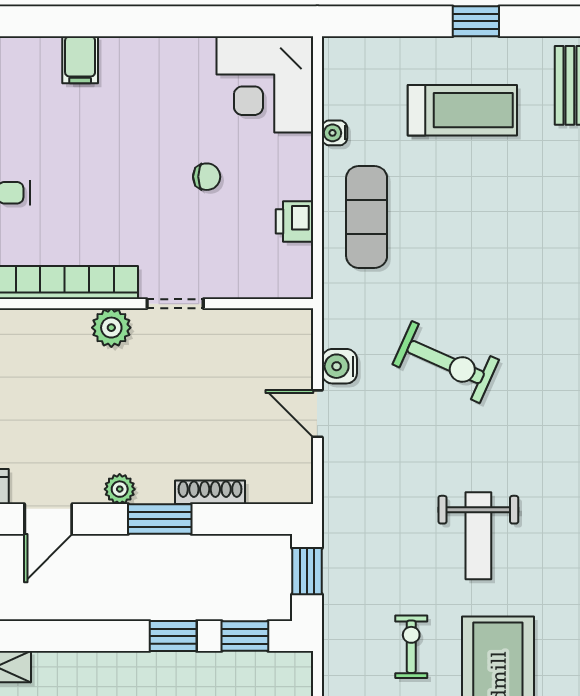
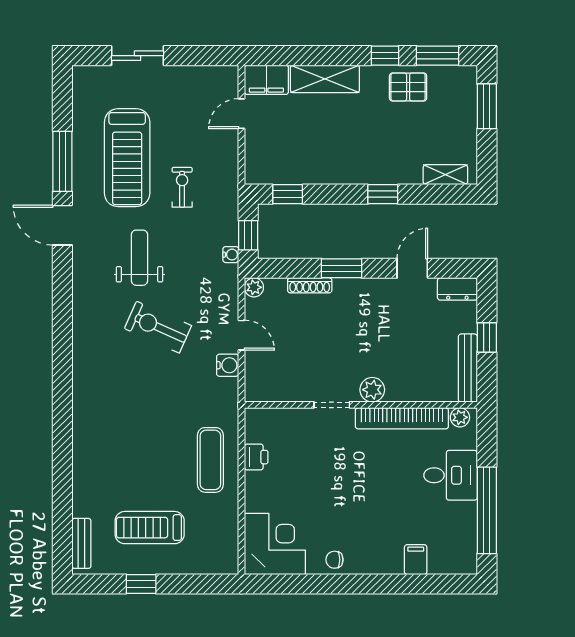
filing cabinet: (80, 60) -> (416, 560), moved
water cooler: (334, 133) -> (231, 255), moved
chair: (207, 177) -> (334, 560), moved
exercise bike: (446, 362) -> (158, 327), moved
plant: (120, 489) -> (254, 287), moved
window: (173, 636) -> (383, 194), moved
exercise bike: (411, 647) -> (182, 187), turned 180

